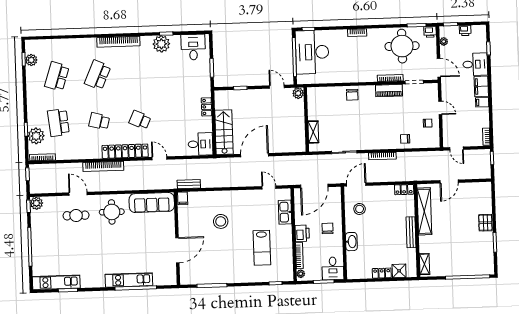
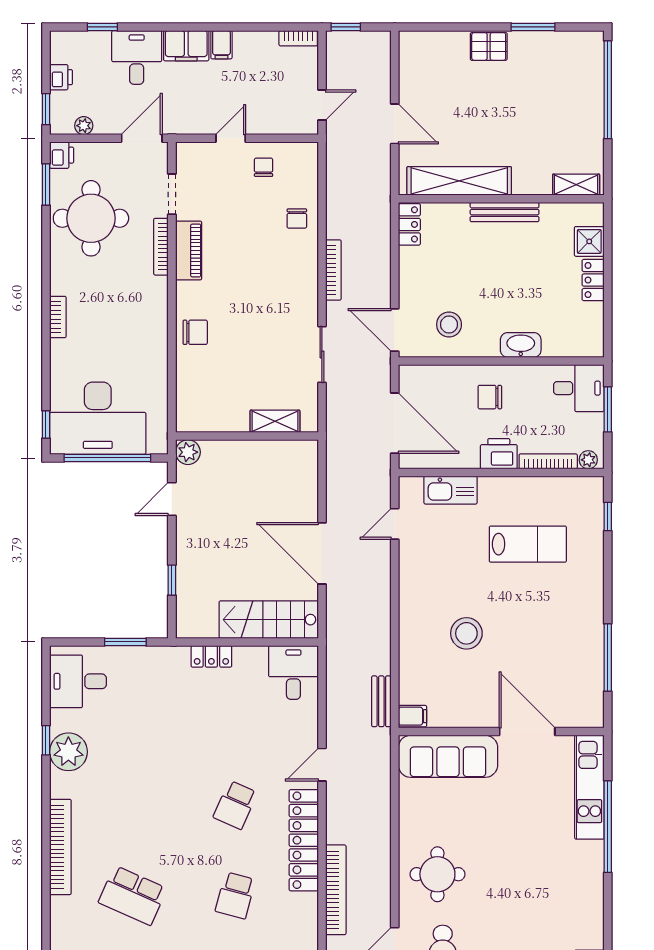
sofa: (152, 202) -> (448, 756), moved, turned 90
kitchen unit: (129, 280) -> (589, 787), moved

